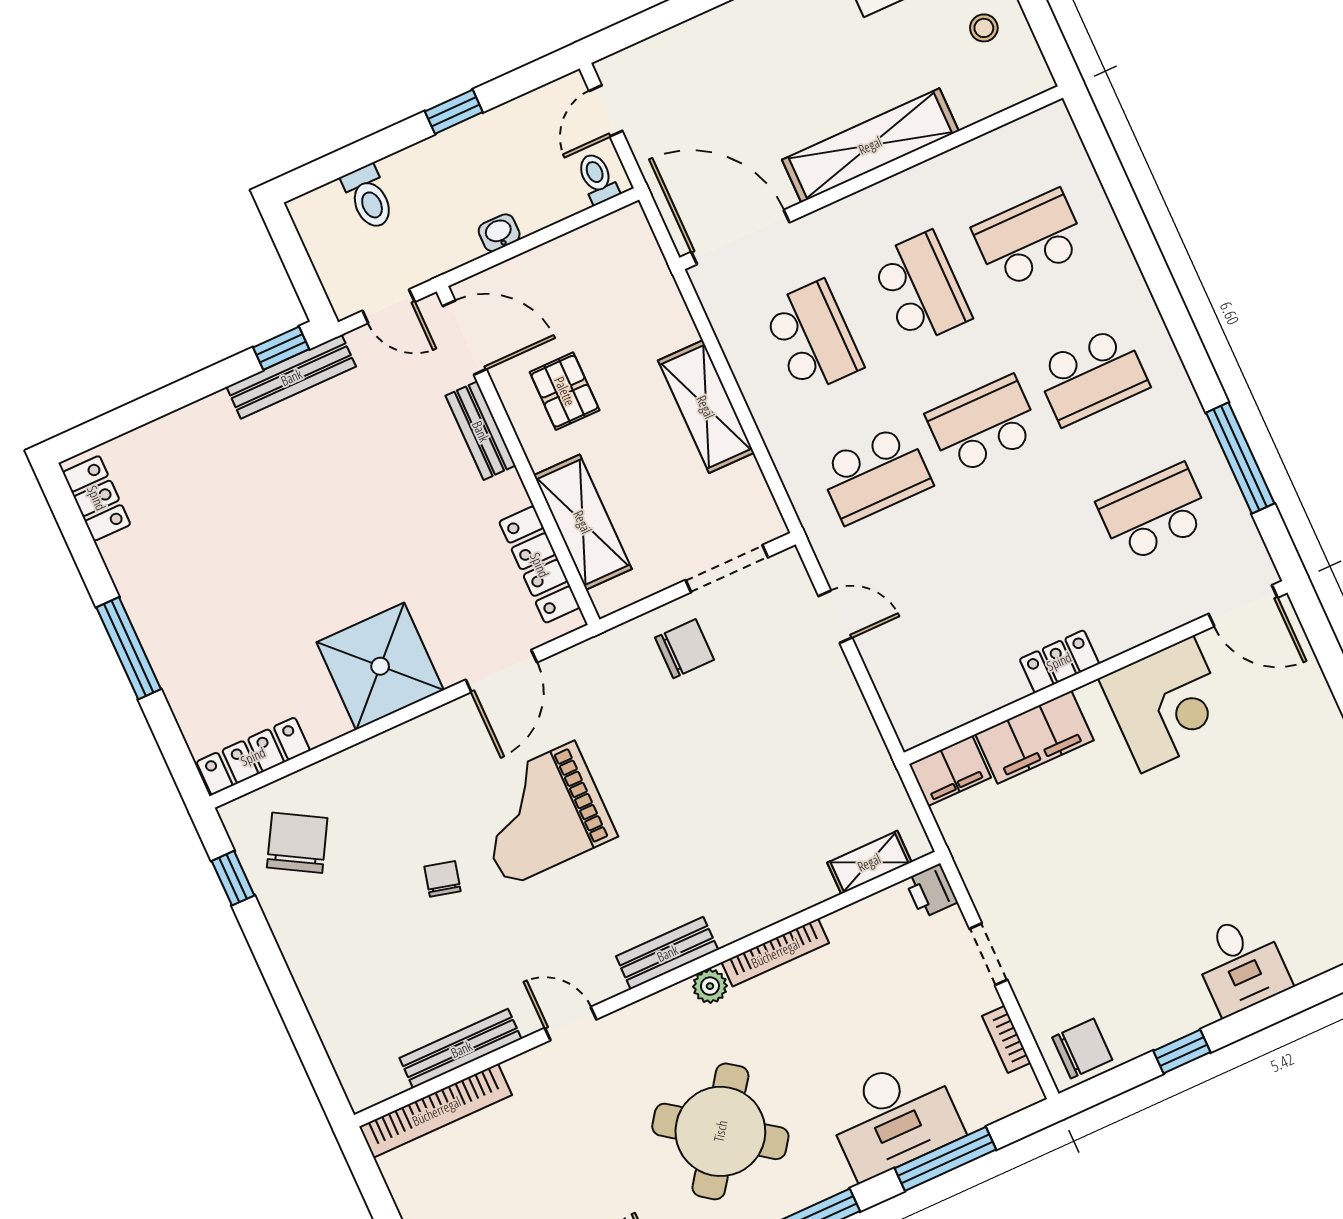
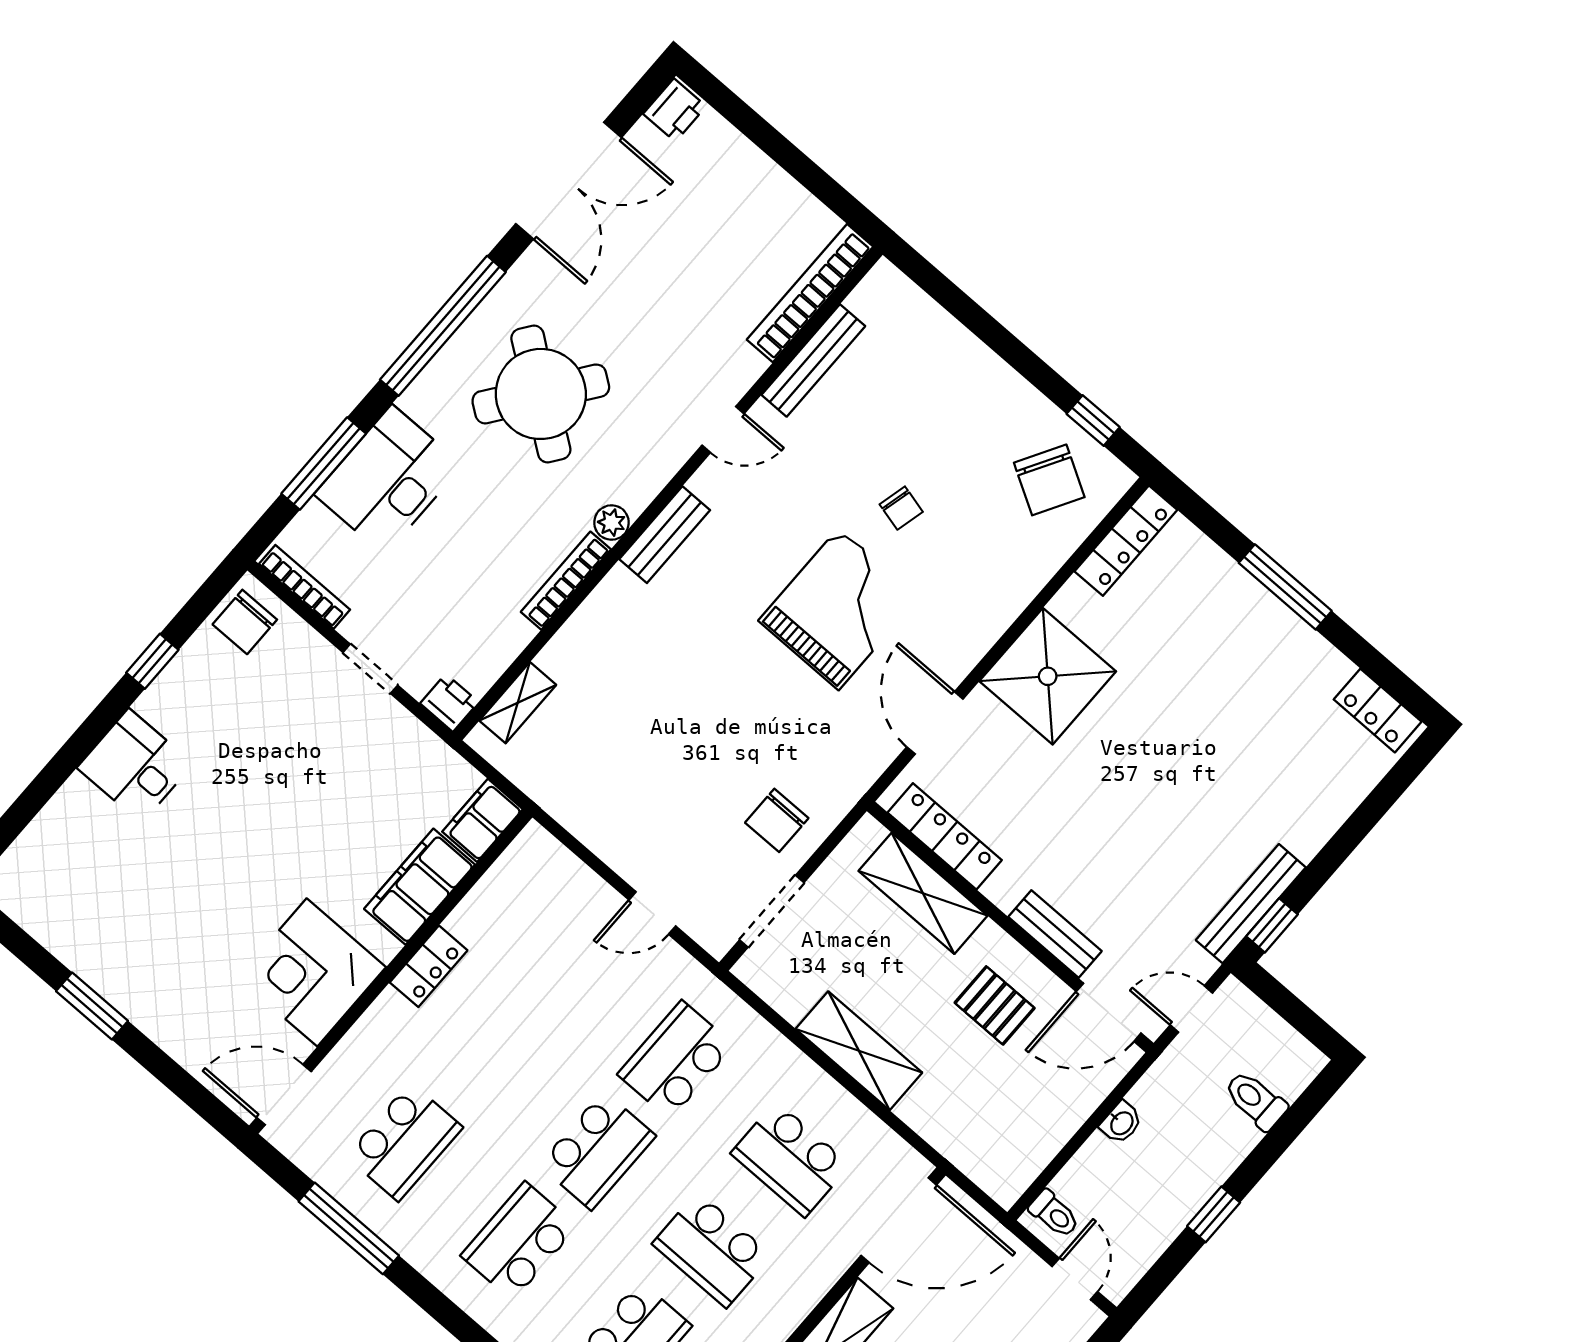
bookcase: (1006, 1039) -> (305, 587), width x1.56

